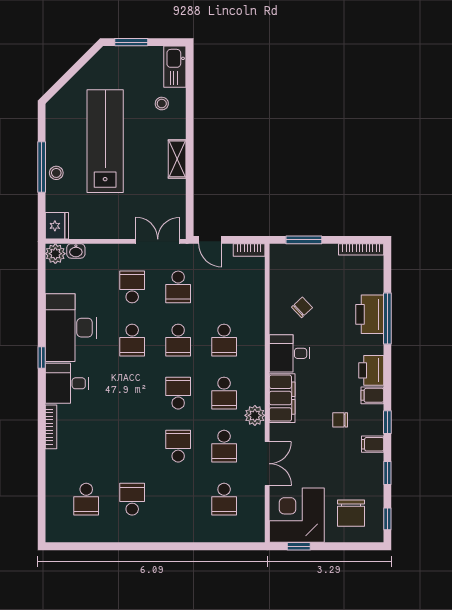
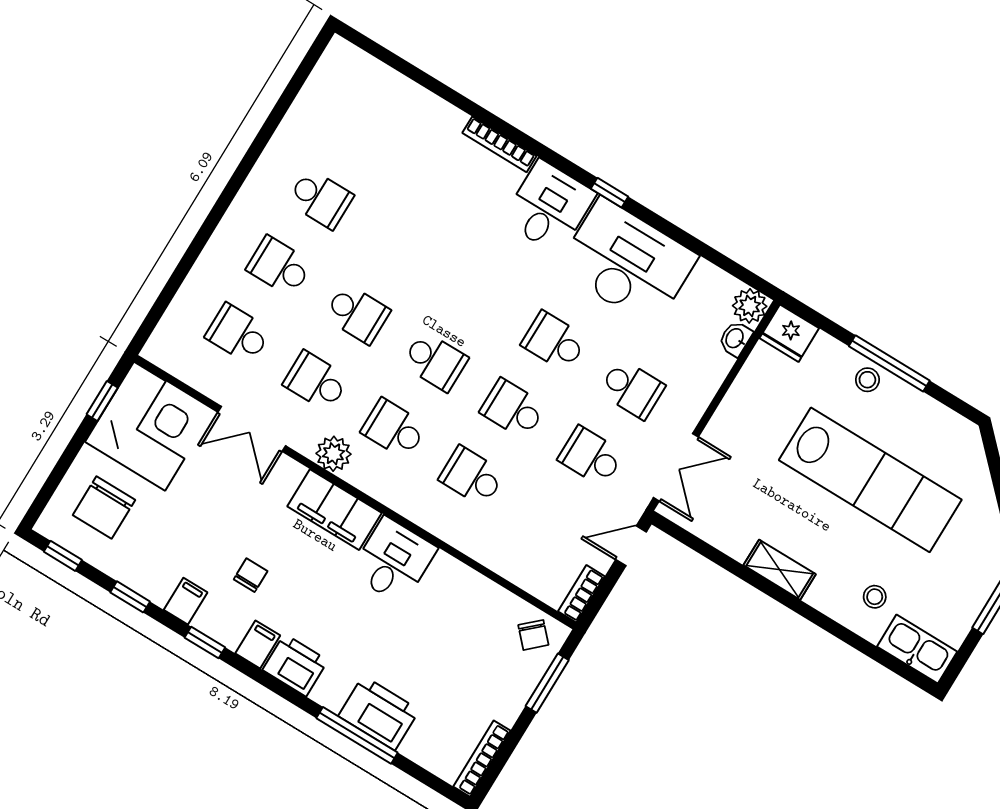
chair: (302, 307) -> (533, 635), moved
school desk: (86, 499) -> (279, 266), moved
chair: (351, 513) -> (104, 508), turned -90

